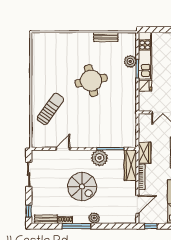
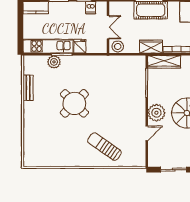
round table: (91, 81) -> (74, 103), turned -33
stool: (145, 121) -> (118, 46), added
door: (63, 149) -> (147, 133), swing flipped
plant: (99, 158) -> (156, 113), moved

